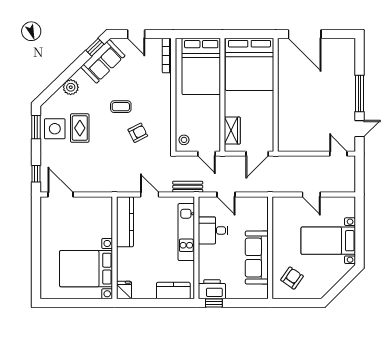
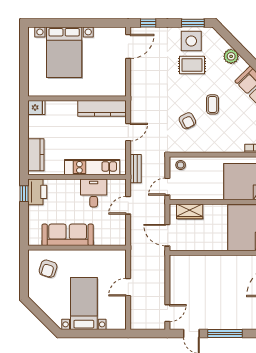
bed with nightstands: (86, 269) -> (64, 52), moved, turned 180
armchair: (292, 278) -> (48, 269), turned 72

